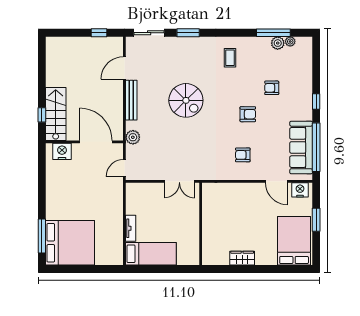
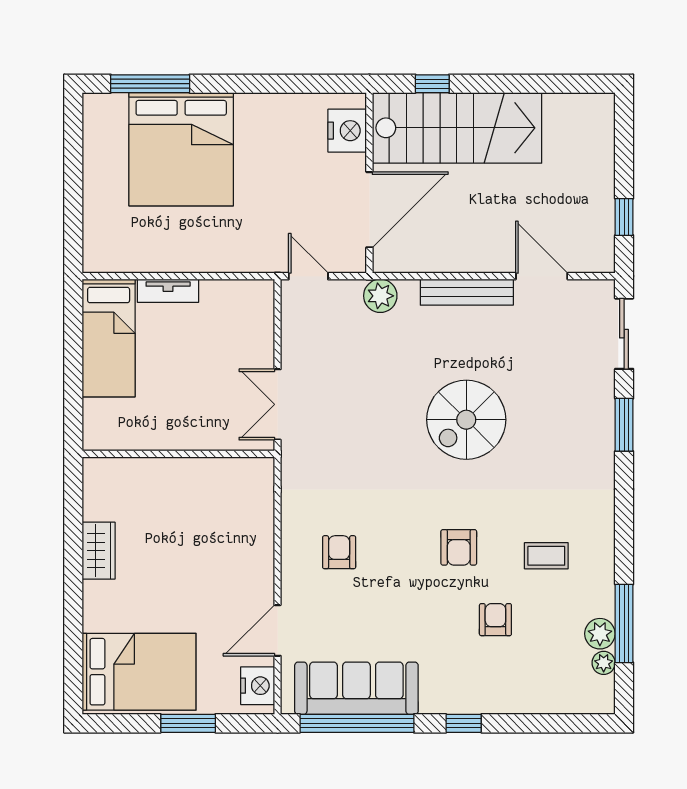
coffee table: (230, 58) -> (546, 556), moved
stairs: (56, 114) -> (457, 128), width x1.36, depth x1.51
armchair: (248, 114) -> (459, 547), moved
bed: (70, 243) -> (181, 149), moved

